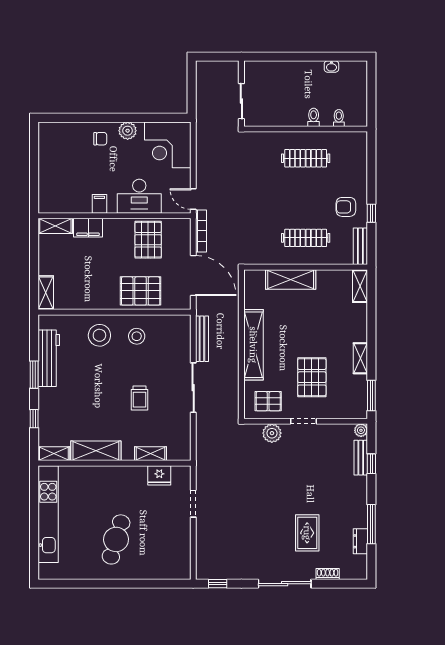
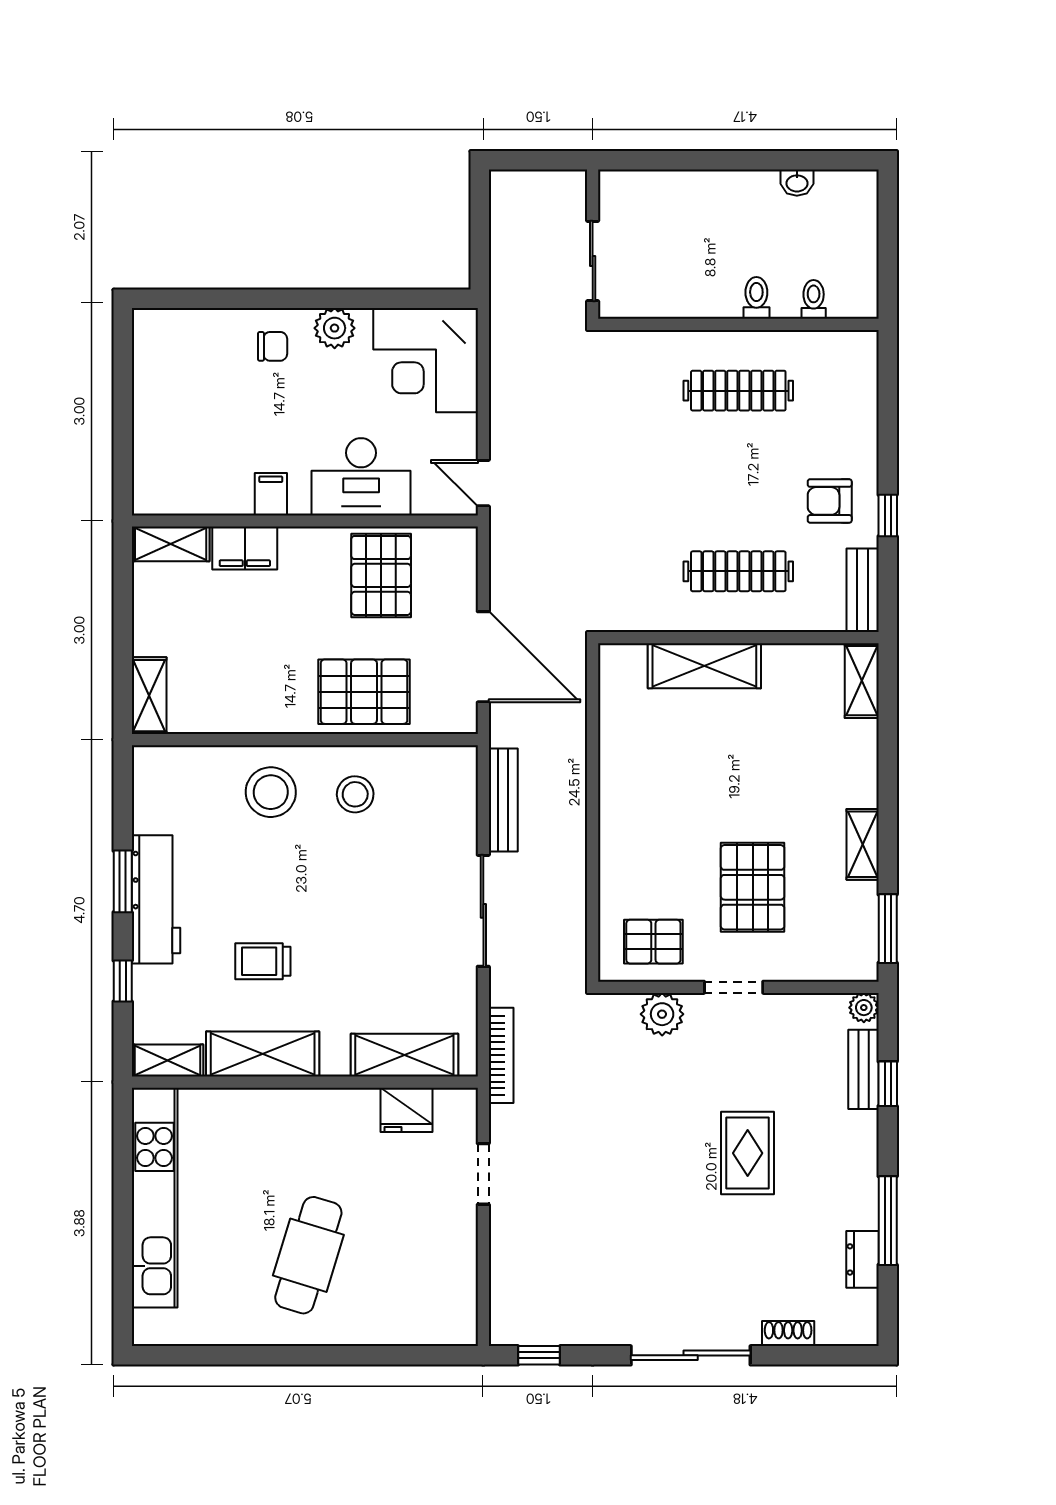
bookcase: (201, 231) -> (501, 1055), moved
shelving: (253, 345) -> (620, 814), removed
workbench: (49, 358) -> (156, 899), moved
trolley: (140, 398) -> (263, 961), moved, turned 90
shelving: (151, 454) -> (404, 1055), width x1.50, depth x1.33
rug: (307, 533) -> (748, 1153), moved

